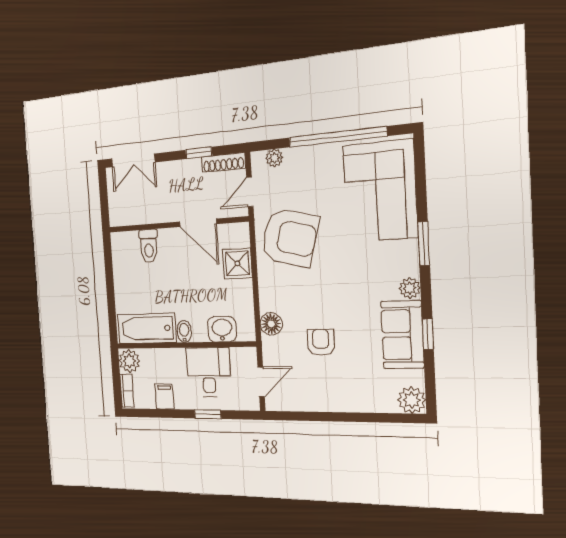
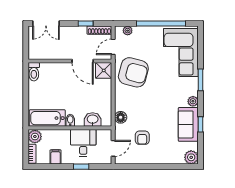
toilet: (149, 246) -> (34, 72), moved
shower: (237, 263) -> (104, 70), moved
armchair: (321, 342) -> (142, 138), moved, turned 180

